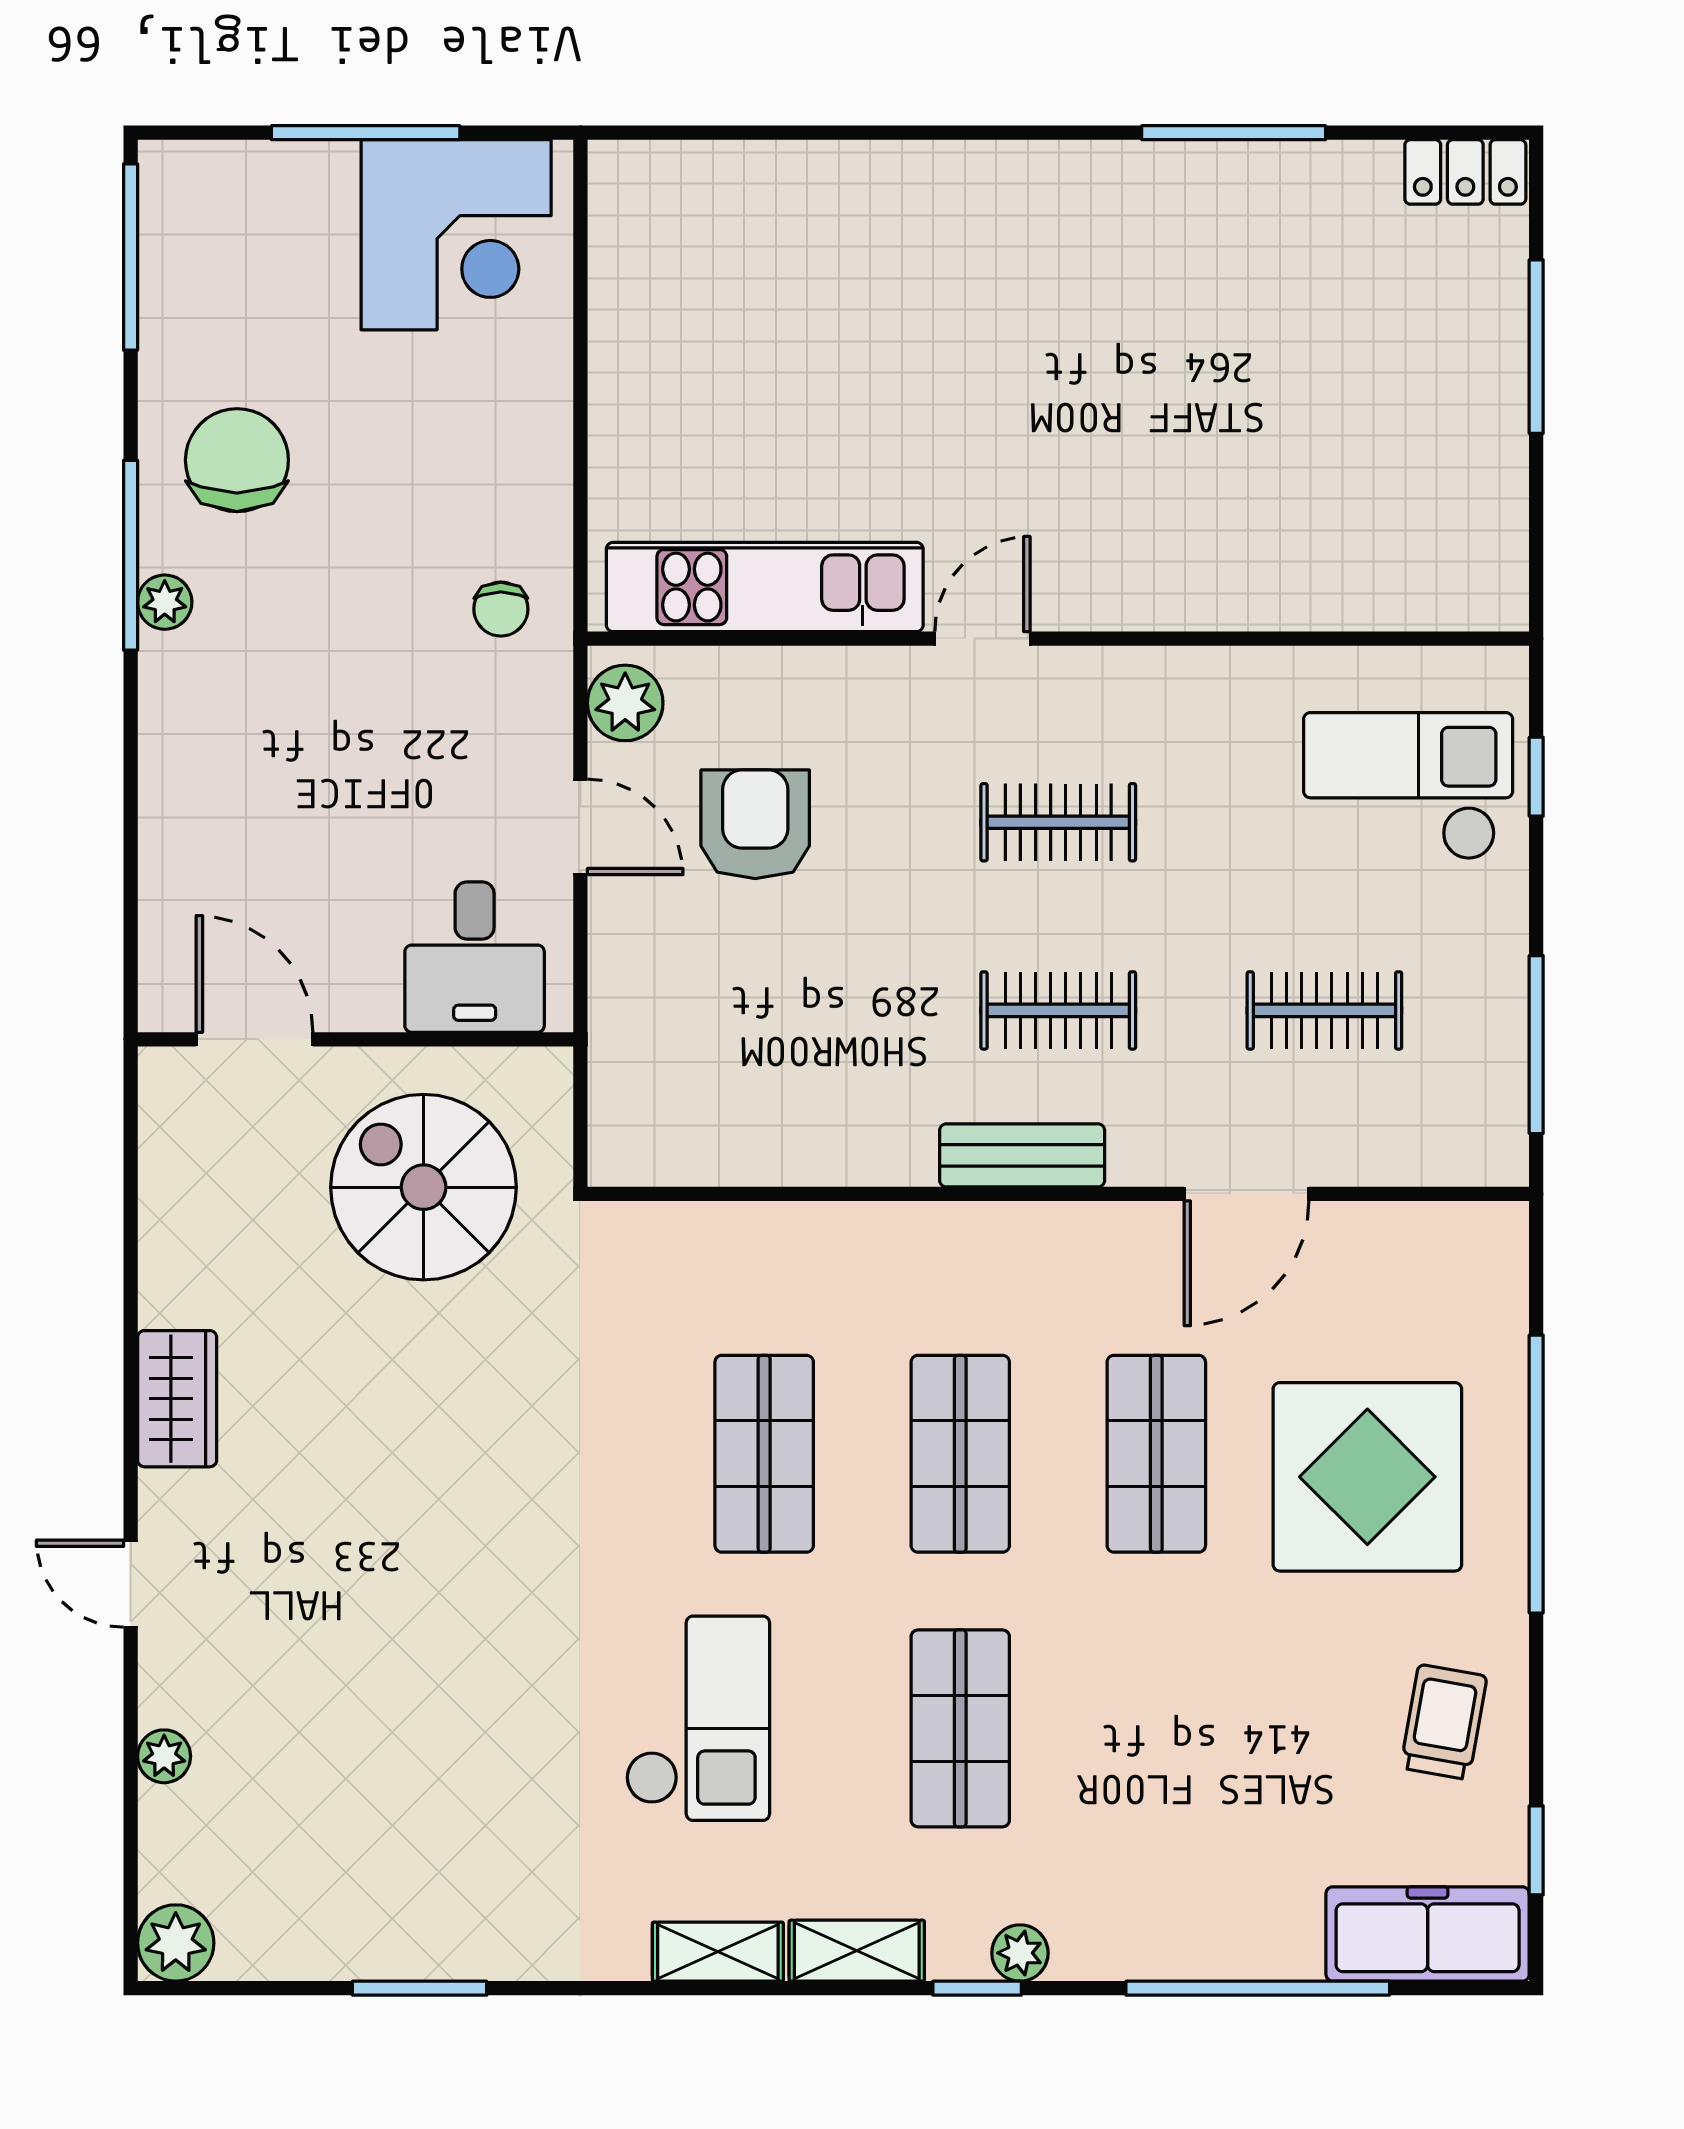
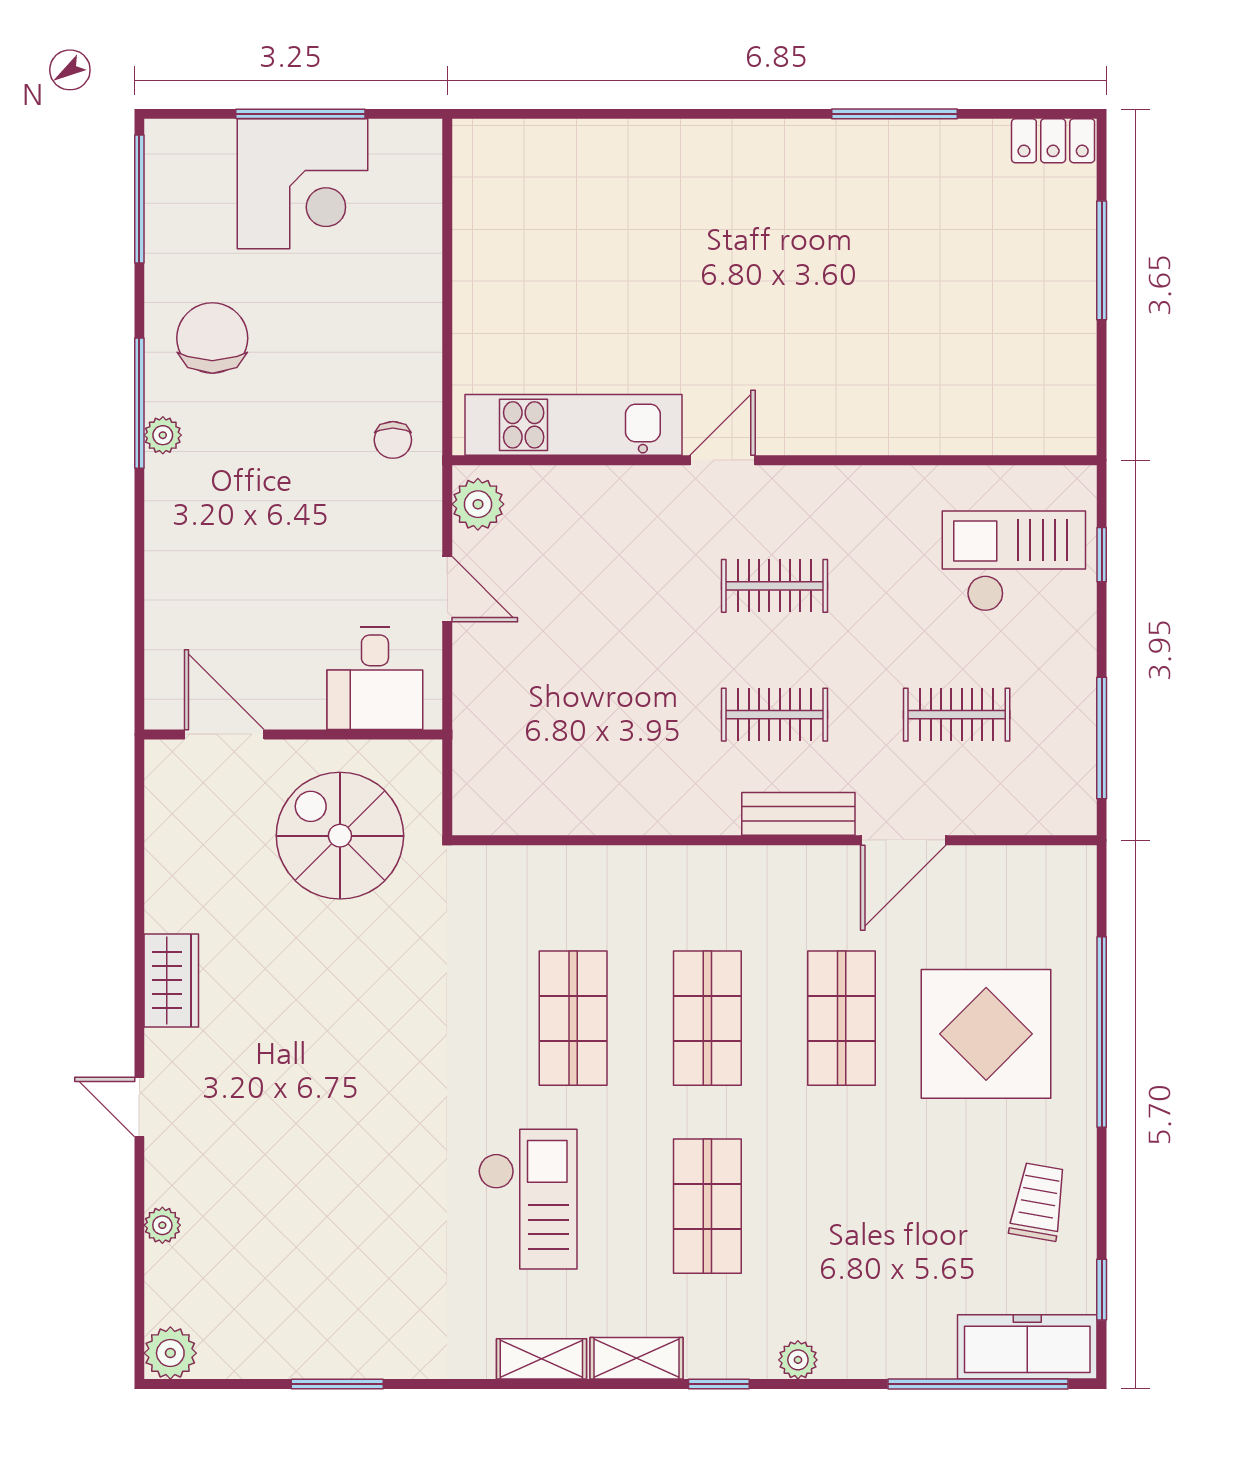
corner desk: (456, 235) -> (303, 184), moved
armchair: (755, 824) -> (567, 587), removed
bench: (1022, 1155) -> (798, 814), moved
plant: (1020, 1953) -> (798, 1360), moved
window: (1258, 1988) -> (978, 1384), moved

